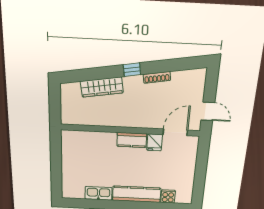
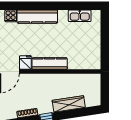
kitchen counter: (132, 140) -> (50, 64), width x1.50
kitchen sink: (99, 193) -> (80, 16), moved

